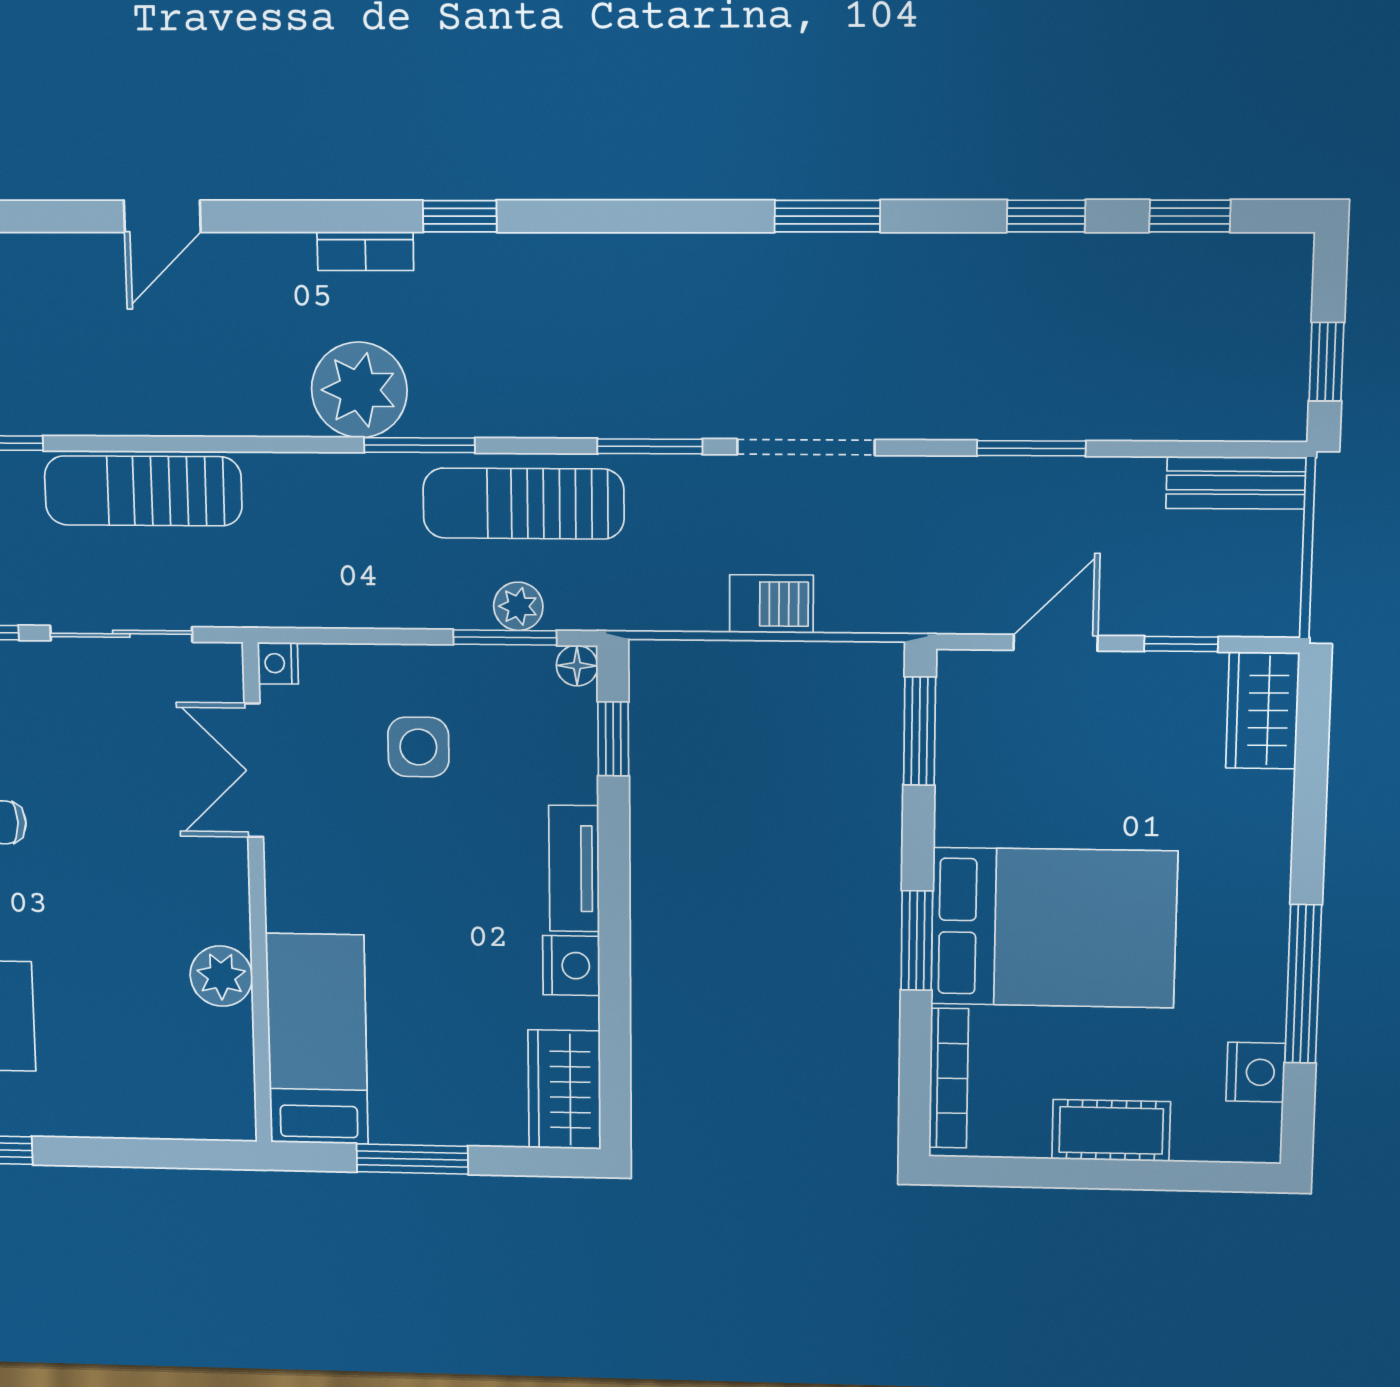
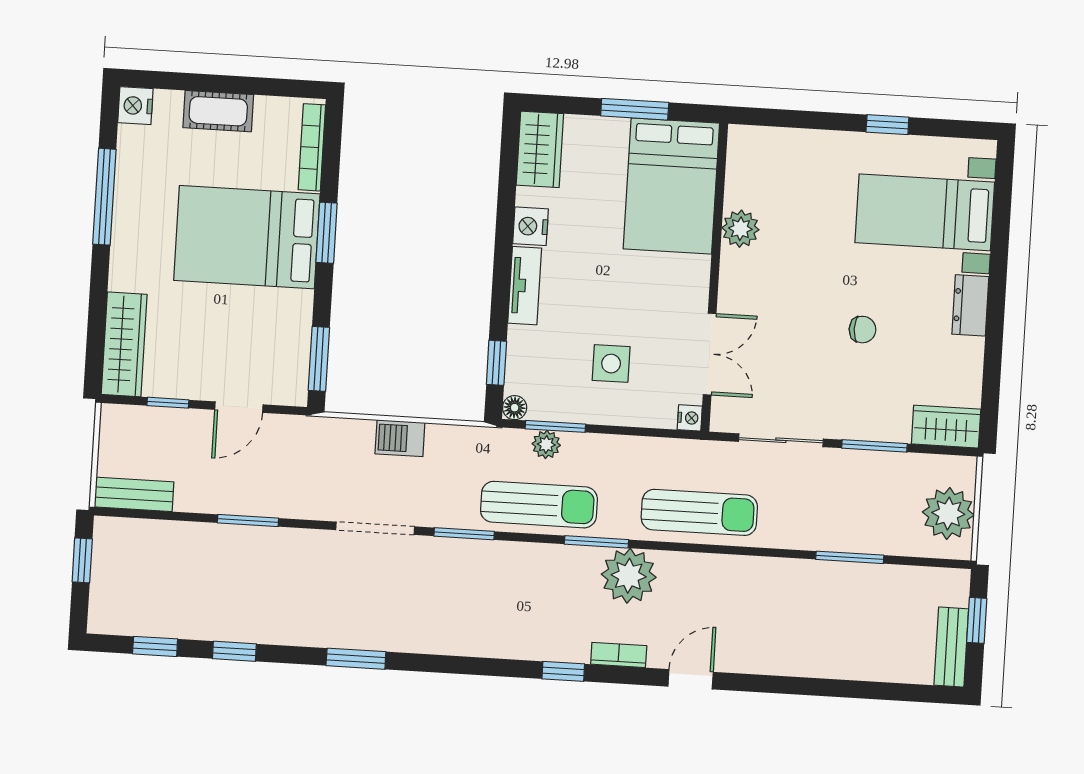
door: (162, 216) -> (691, 679), moved
sun lounger: (143, 491) -> (699, 512), moved
wardrobe: (1263, 710) -> (124, 344), width x1.50
bed: (317, 1039) -> (671, 186), width x1.50
nightstand: (1256, 1072) -> (135, 106), moved

